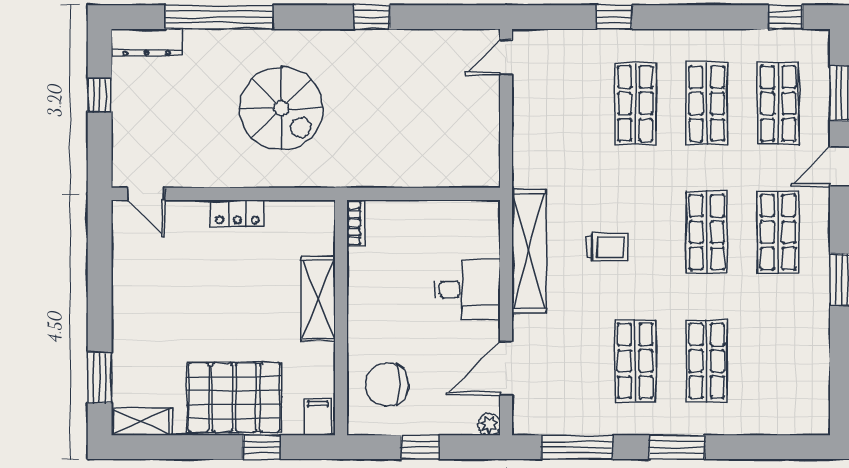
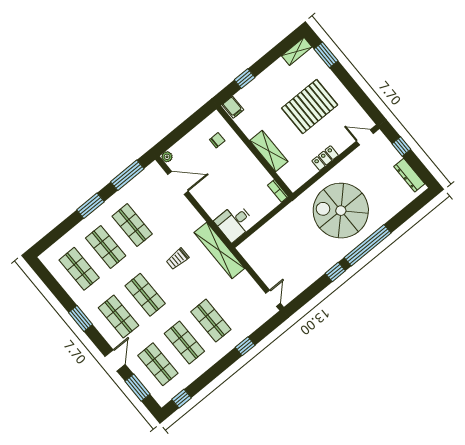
window: (219, 17) -> (368, 245), moved
dresser: (146, 42) -> (409, 175), moved, turned -90
window: (100, 95) -> (401, 146), moved
spiral stairs: (281, 108) -> (341, 211), width x1.37, depth x1.37
shelving: (529, 251) -> (219, 250), moved
desk: (467, 289) -> (234, 222), moved
shop shelf: (778, 361) -> (79, 269), added
door: (506, 368) -> (178, 183), hinge flipped
chair: (387, 385) -> (217, 140), width x0.54, depth x0.54
pallet: (234, 397) -> (310, 107), moved
window: (420, 447) -> (186, 127), removed

